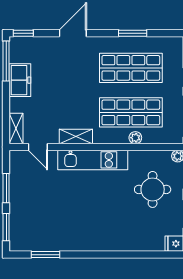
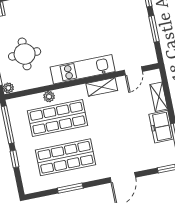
shelving: (16, 129) -> (159, 97), moved
door: (38, 147) -> (133, 71), swing flipped

